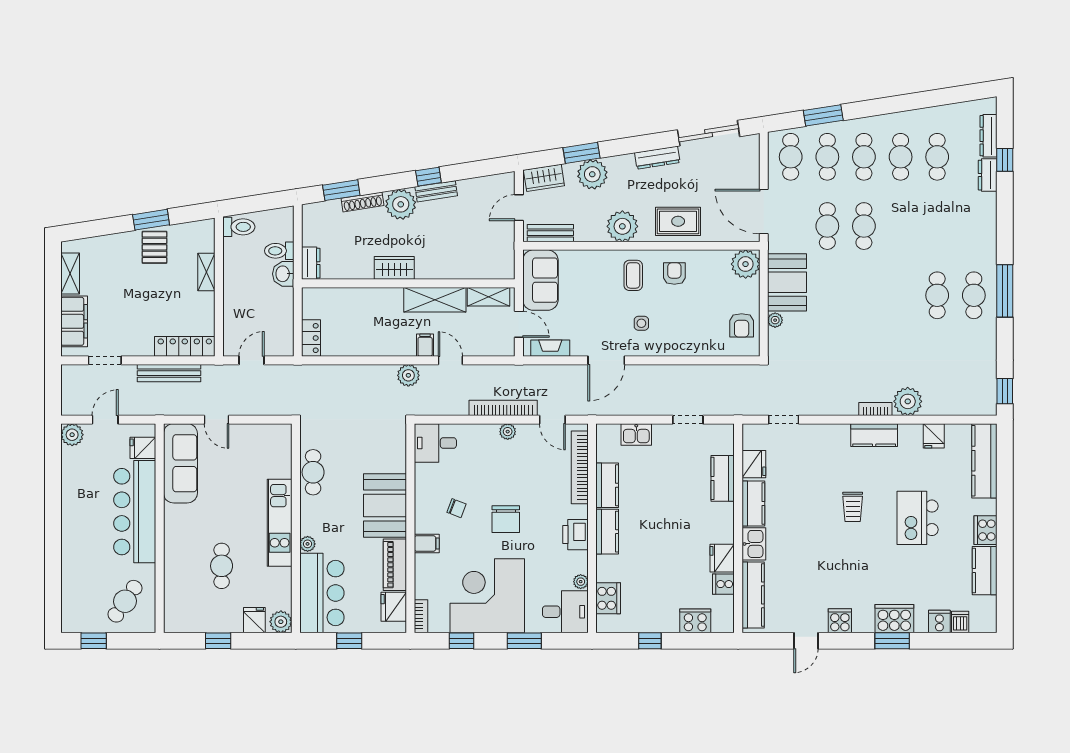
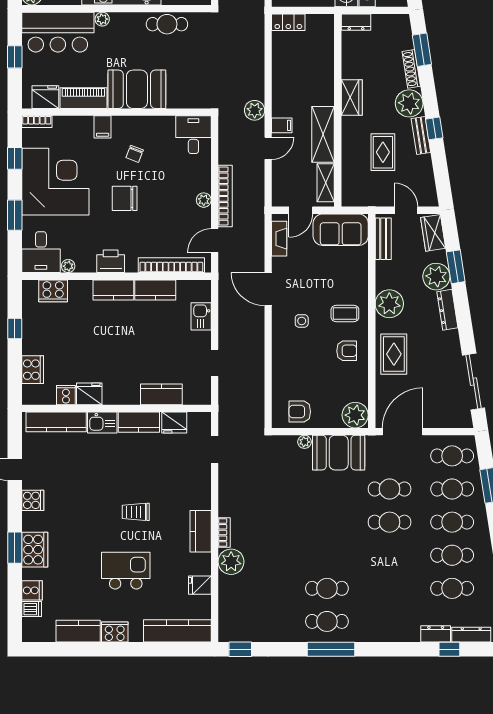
dresser: (657, 158) -> (447, 310), moved
rug: (455, 233) -> (383, 152), added

